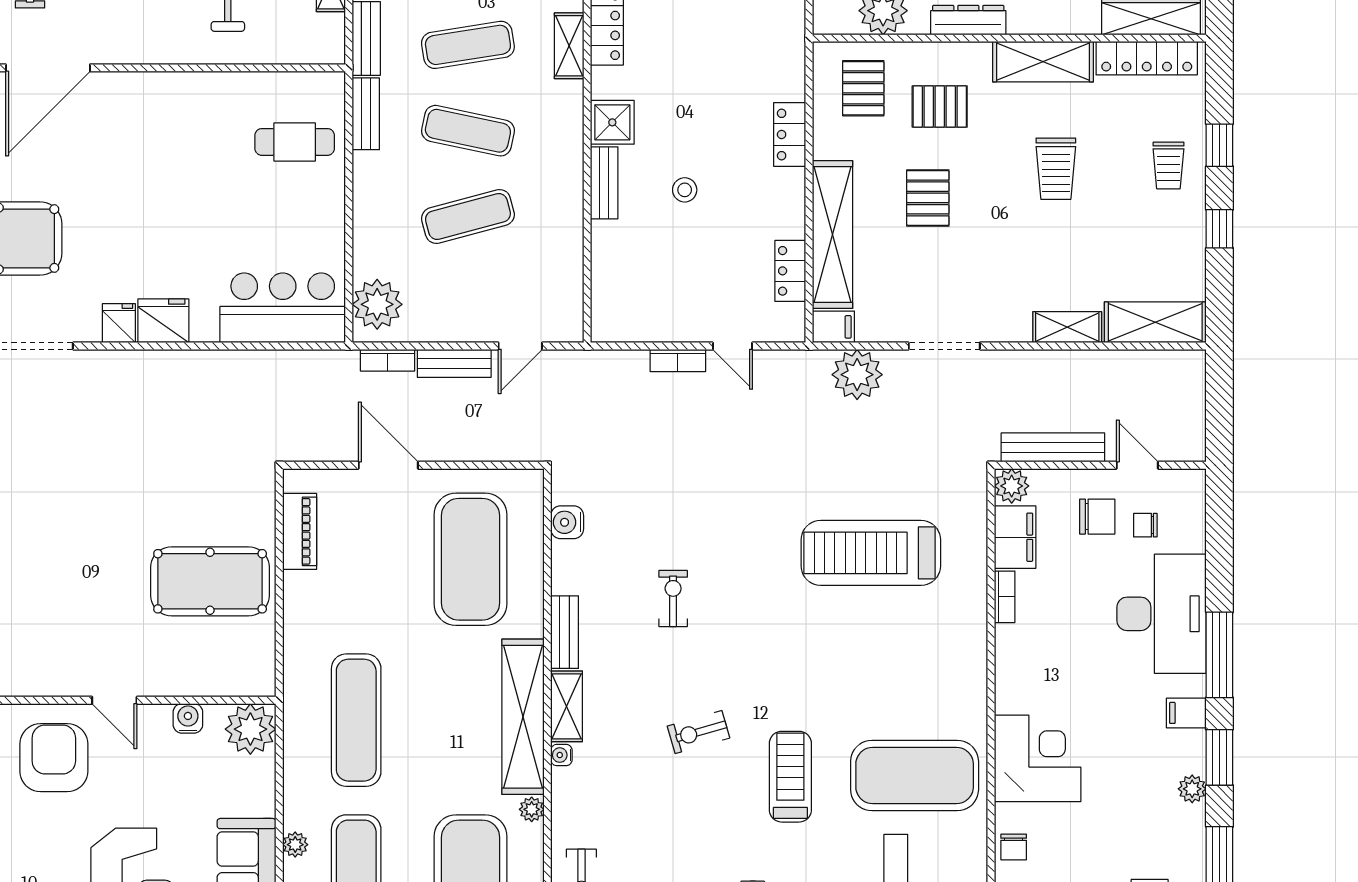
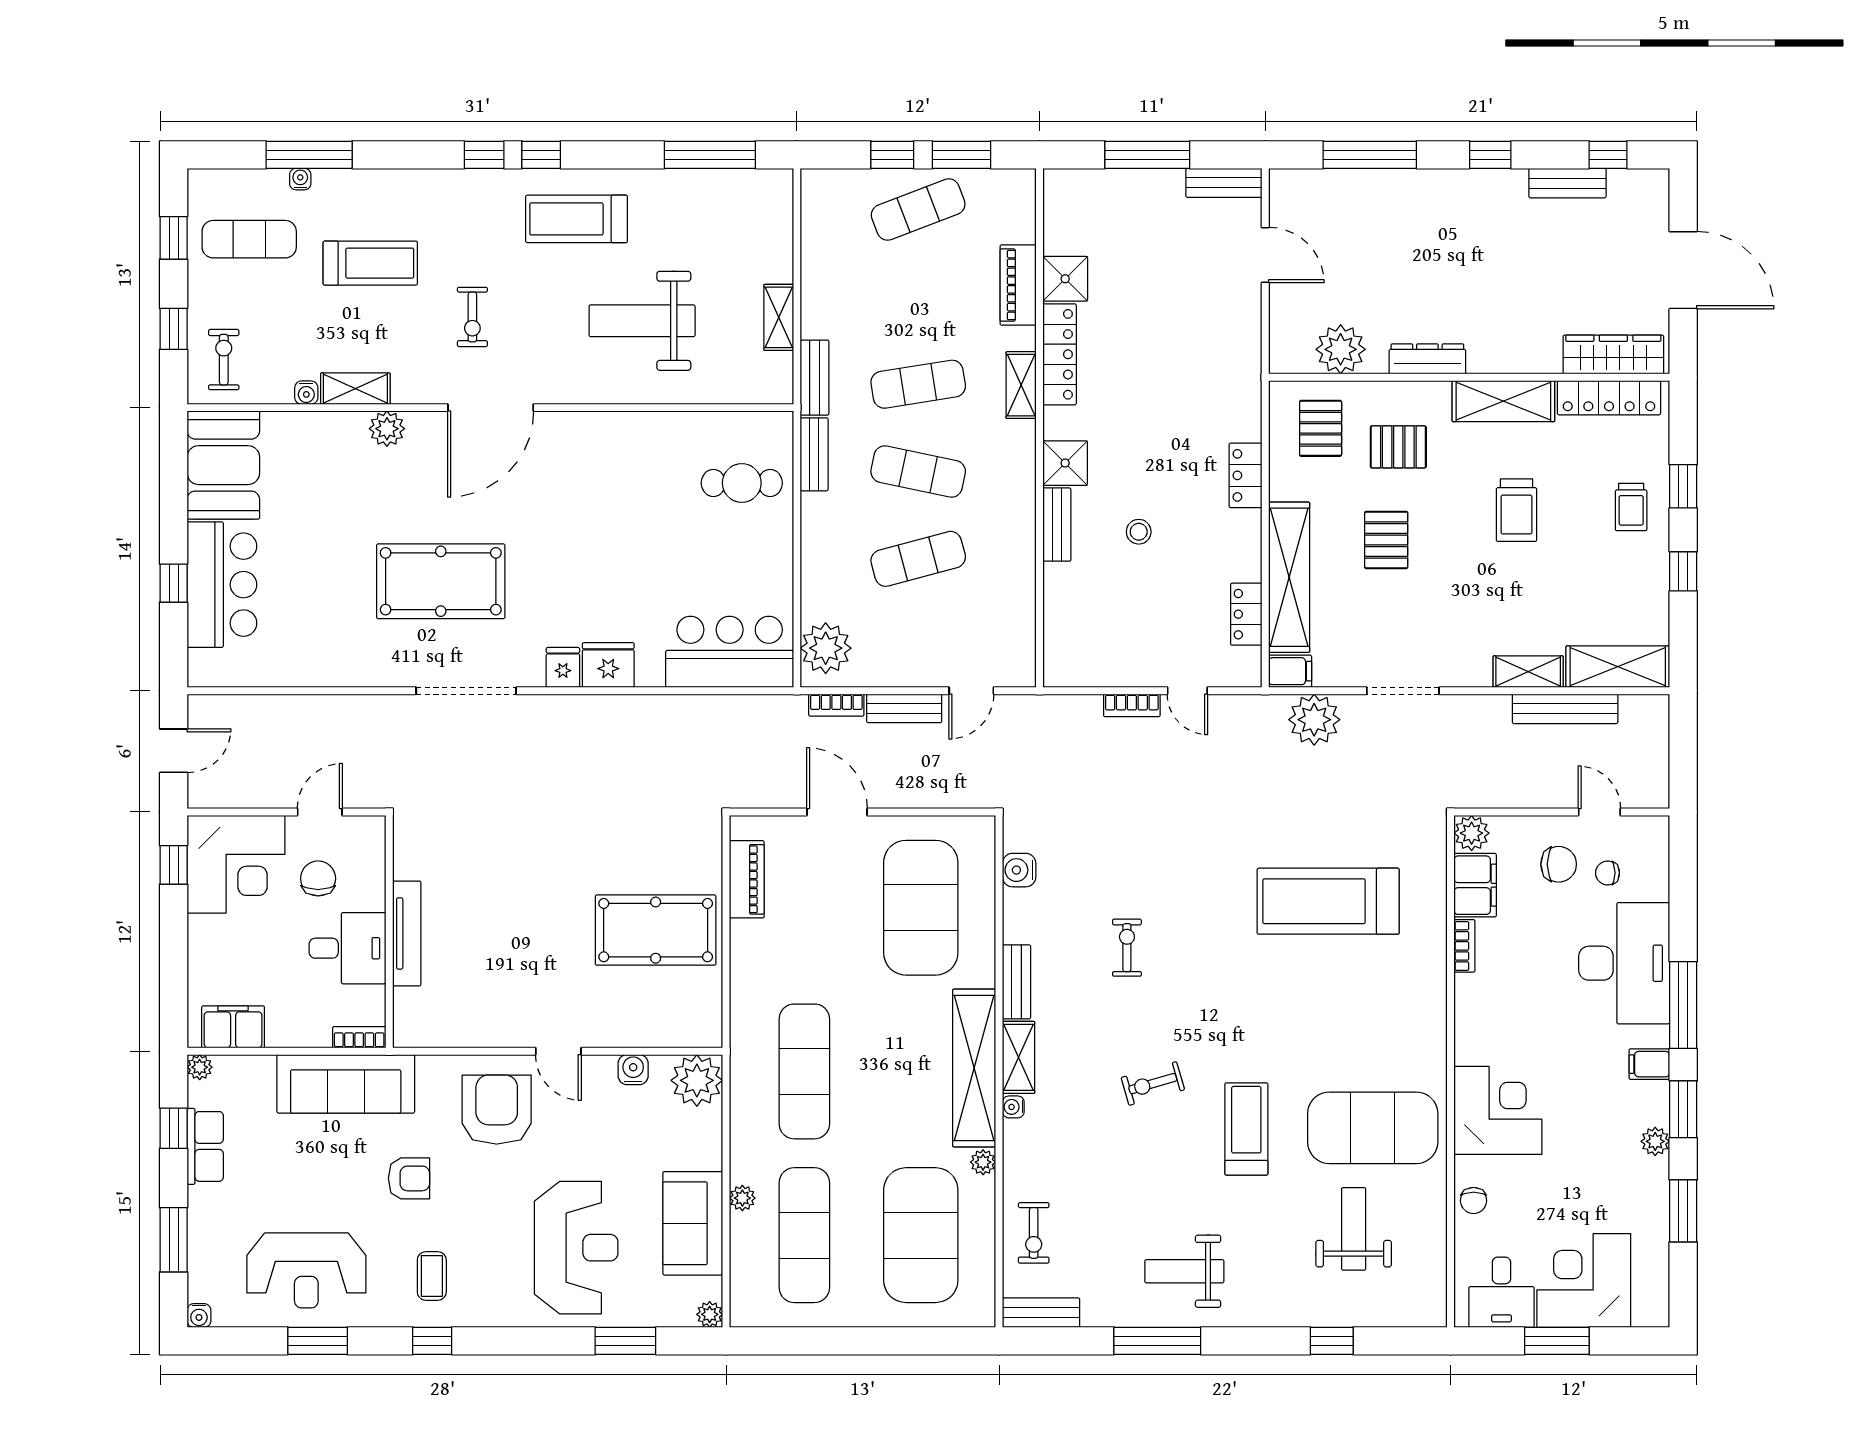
bench: (1053, 447) -> (1565, 709), moved

